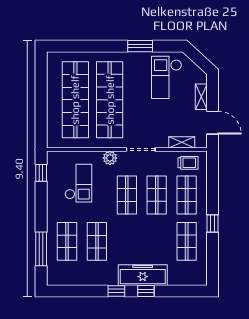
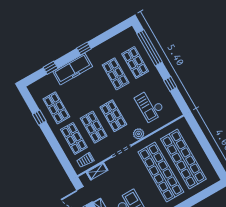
window: (41, 173) -> (170, 84), moved
window: (213, 224) -> (39, 118), moved
window: (41, 249) -> (149, 48), width x1.46
window: (146, 291) -> (51, 68), moved

